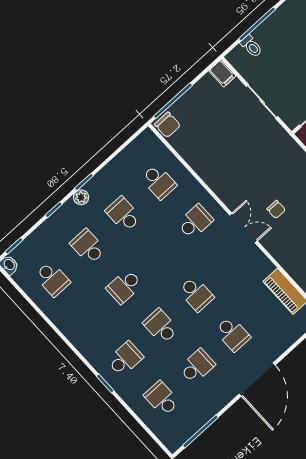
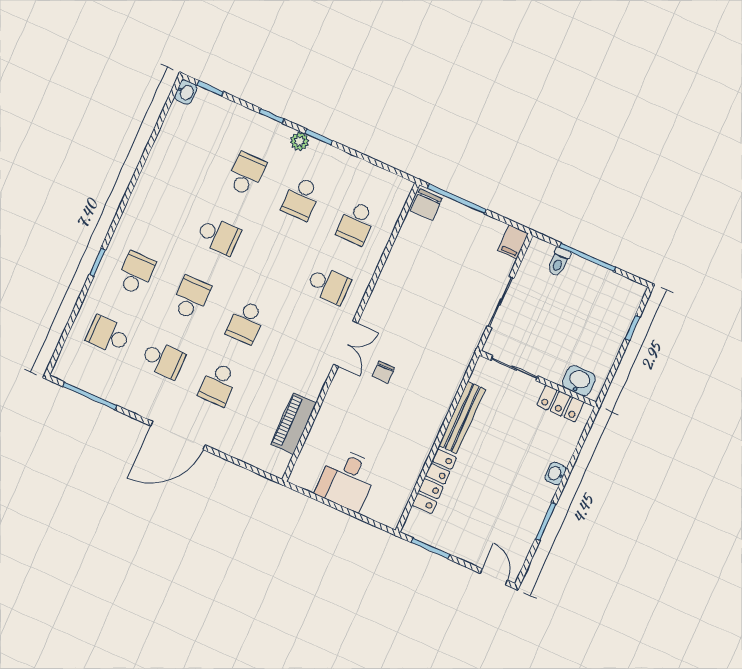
school desk: (123, 214) -> (301, 198), turned 180
school desk: (52, 279) -> (191, 149), removed
school desk: (124, 286) -> (219, 236), turned 180
school desk: (125, 359) -> (136, 273), turned -90
school desk: (162, 399) -> (108, 335), turned -90

